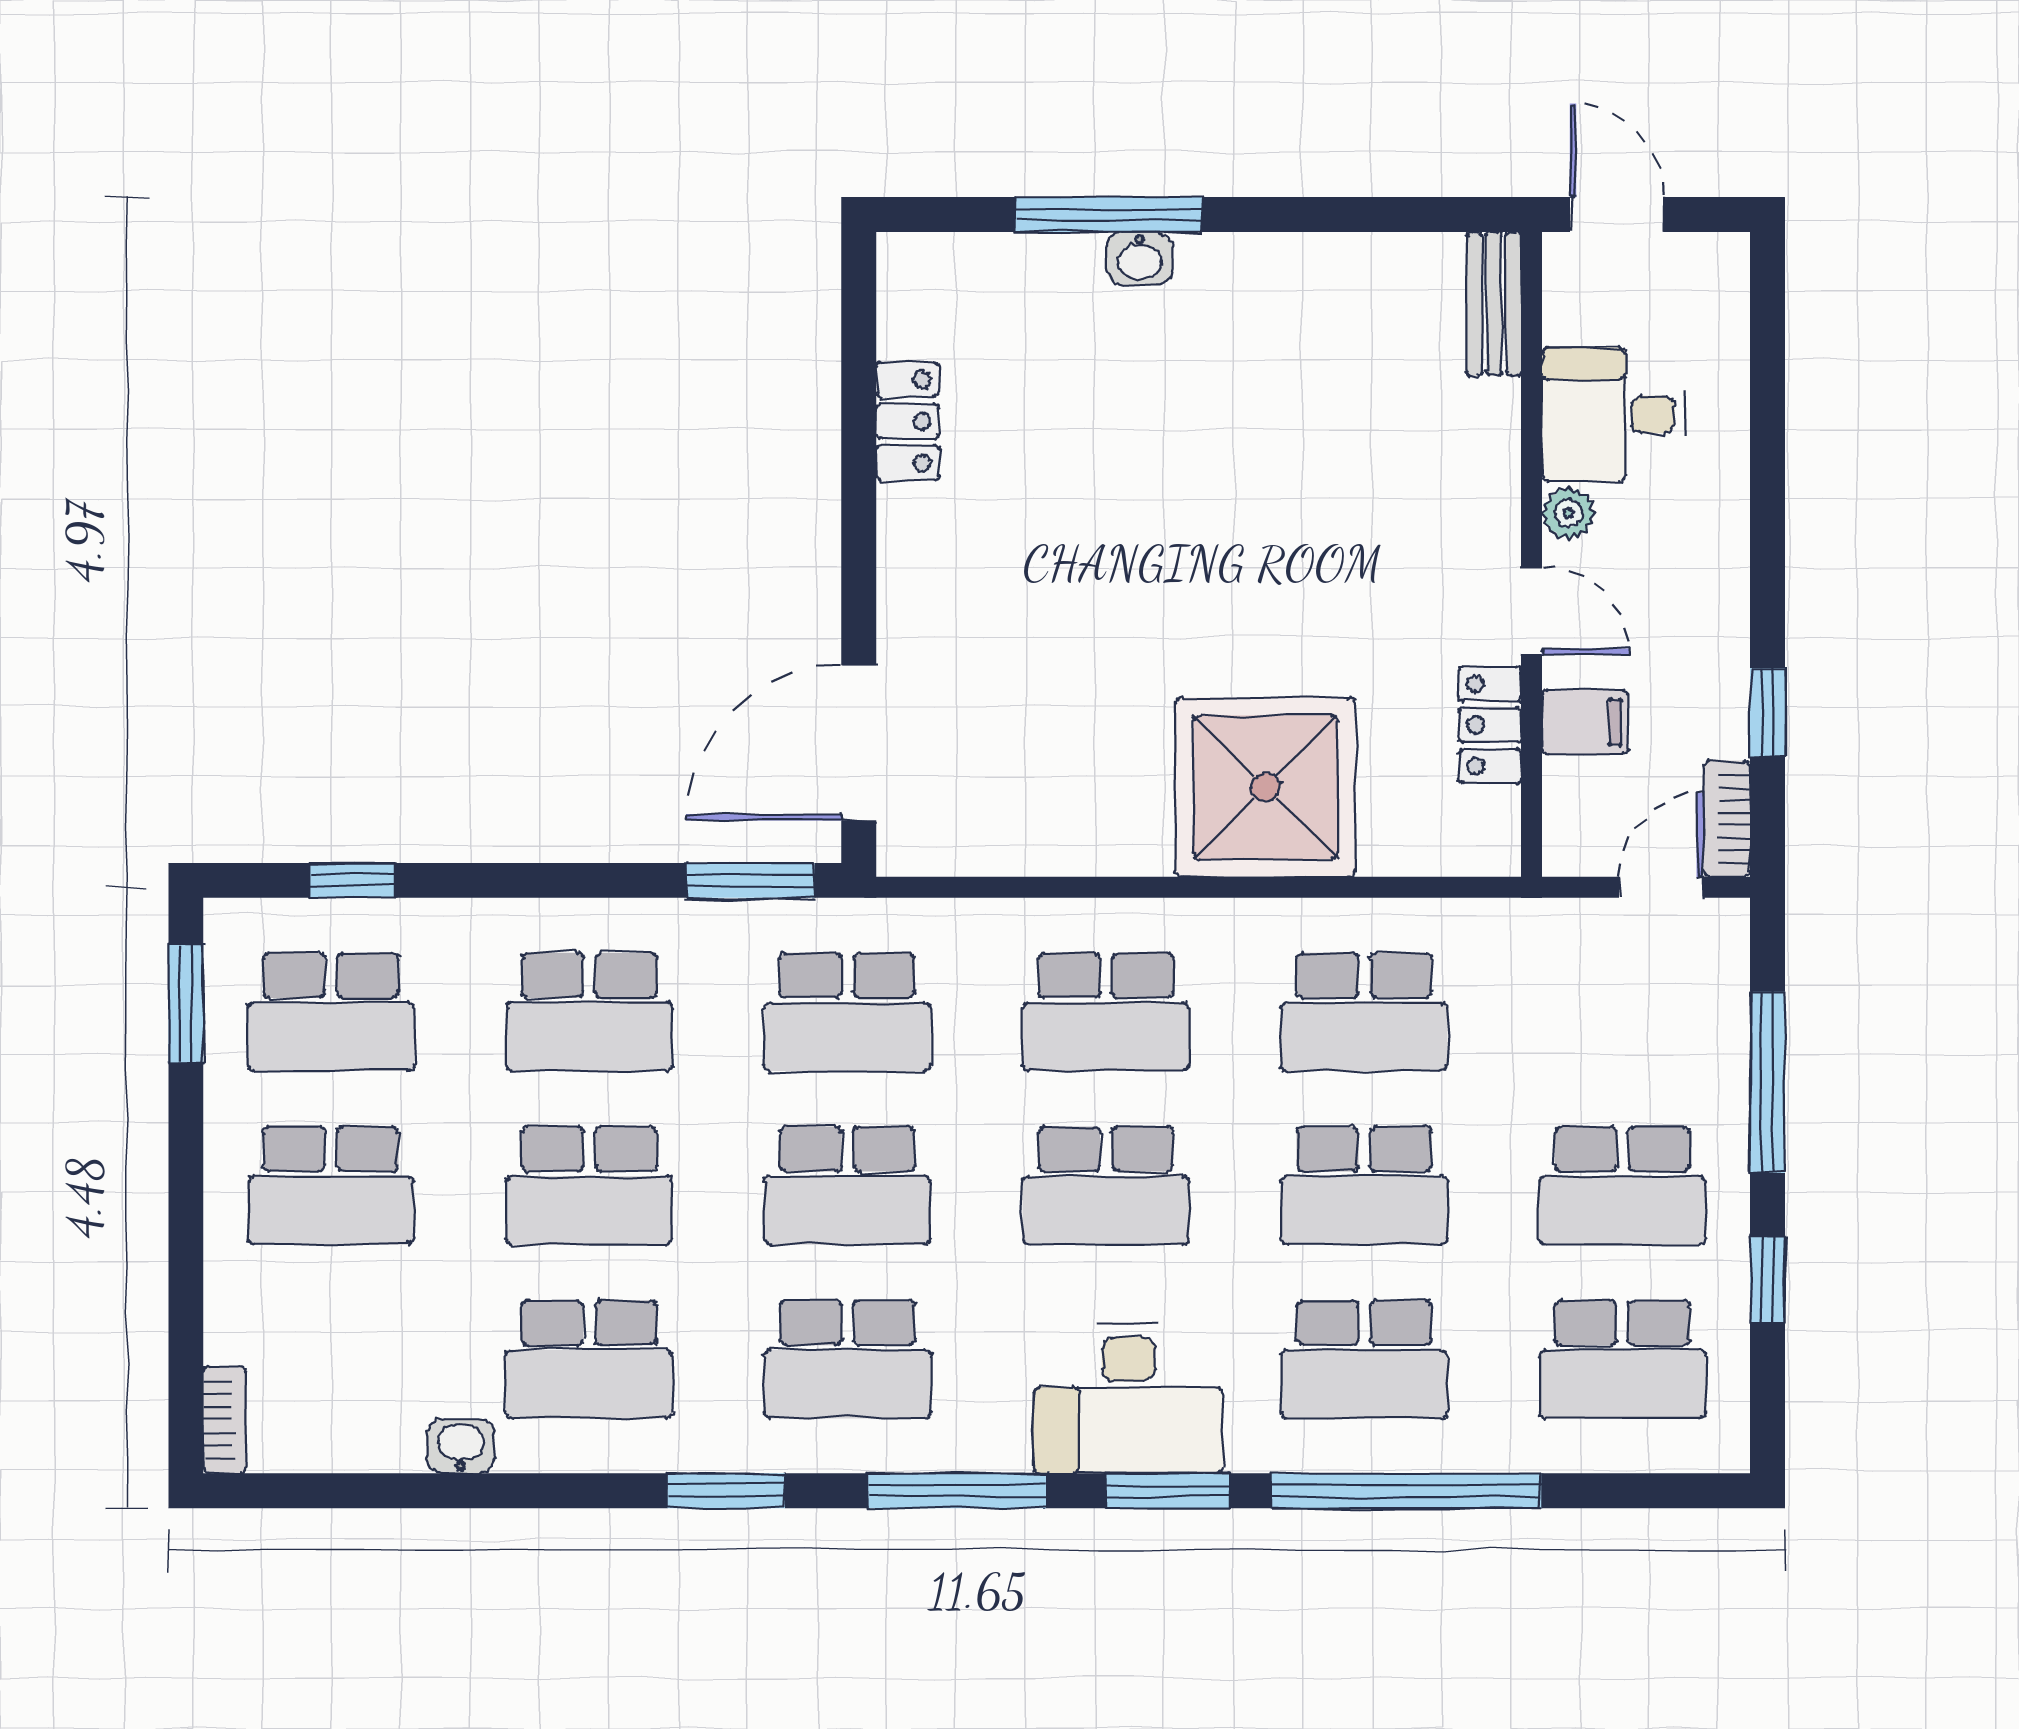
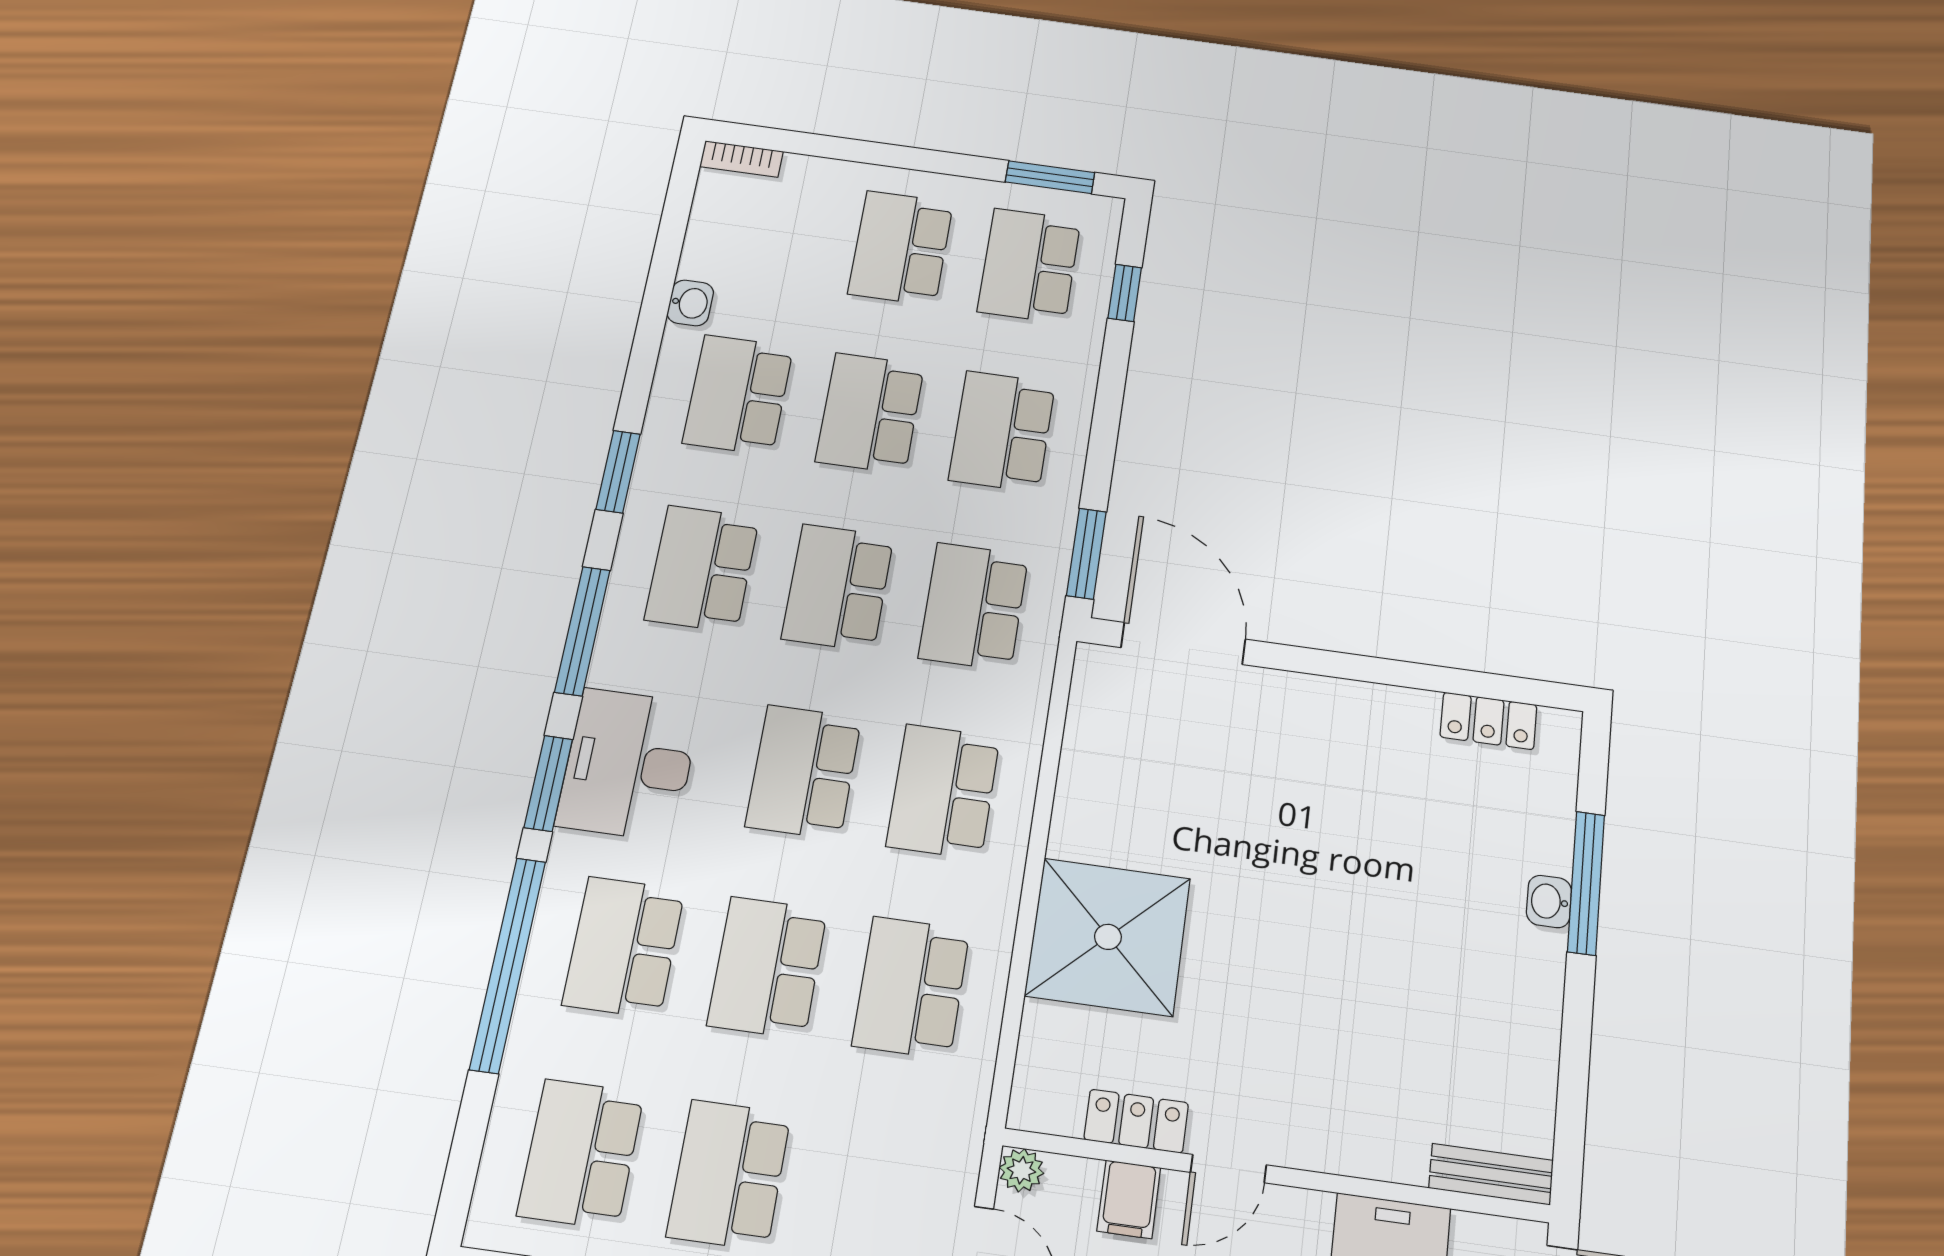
locker: (908, 421) -> (1488, 721), moved
plant: (1568, 513) -> (1021, 1170), moved

